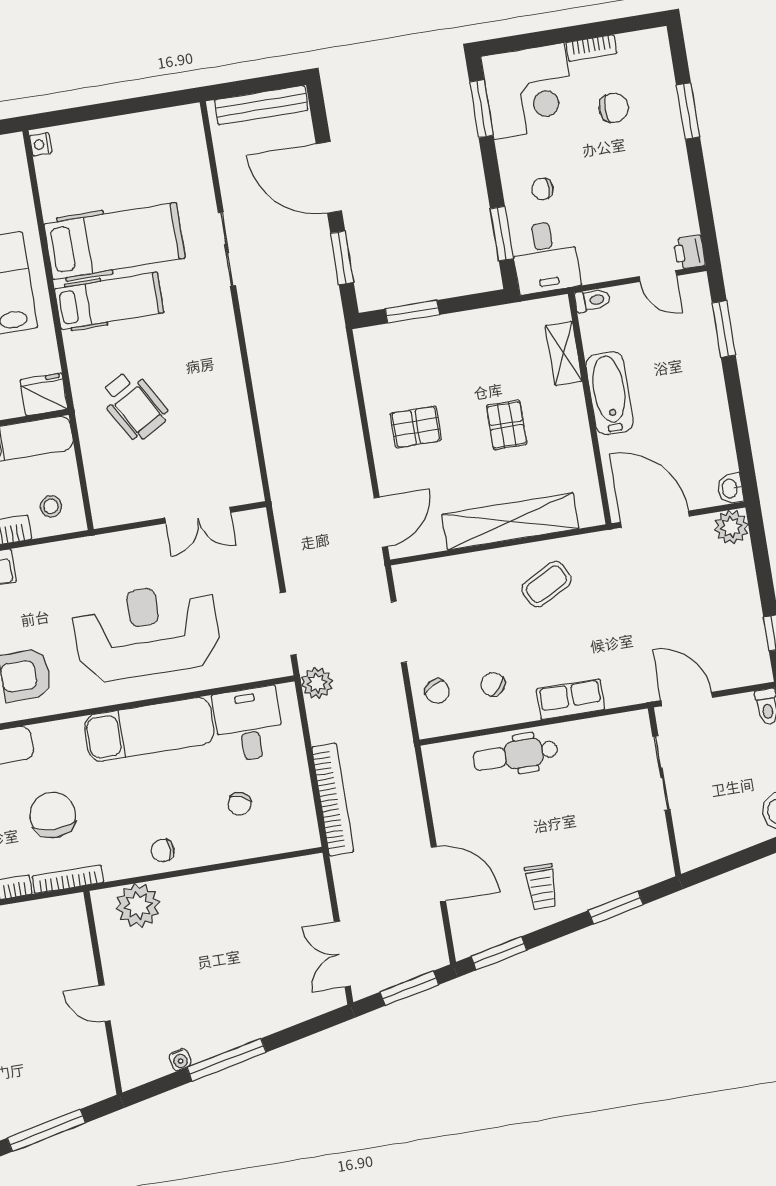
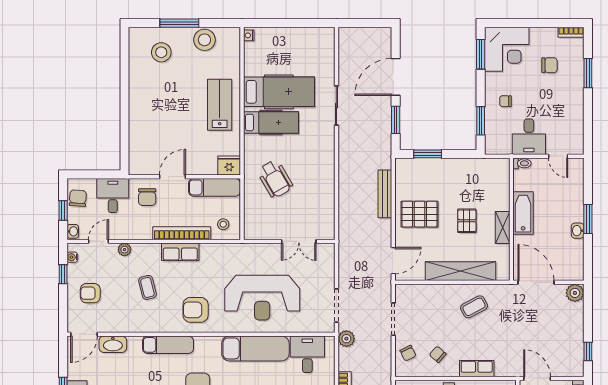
bookcase: (591, 48) -> (571, 32), moved
bench: (261, 105) -> (385, 194), moved, turned 90
door: (329, 177) -> (396, 77), hinge flipped
printer: (689, 252) -> (576, 146), removed
desk: (545, 257) -> (529, 137), moved
window: (724, 329) -> (588, 219), moved
shelving: (564, 353) -> (503, 227), moved
pallet: (416, 427) -> (420, 214), width x1.50, depth x1.42
washbasin: (730, 488) -> (578, 231), moved
reception desk: (147, 632) -> (262, 298), turned 180

